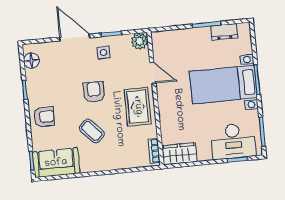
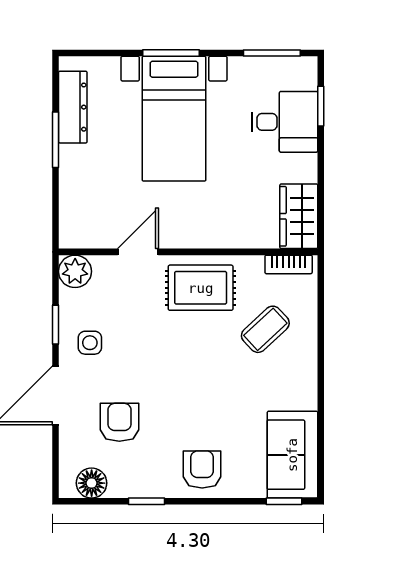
dresser: (224, 32) -> (73, 107), width x1.44
armchair: (94, 92) -> (119, 422), moved, turned 90
coffee table: (92, 131) -> (265, 329), moved
desk: (233, 141) -> (285, 122), width x0.73

